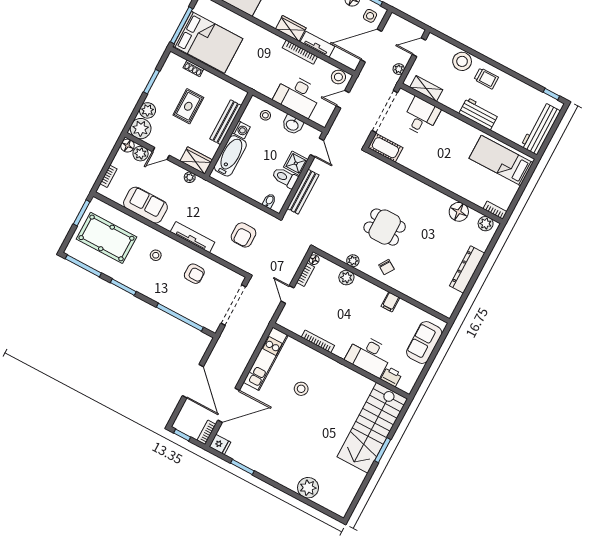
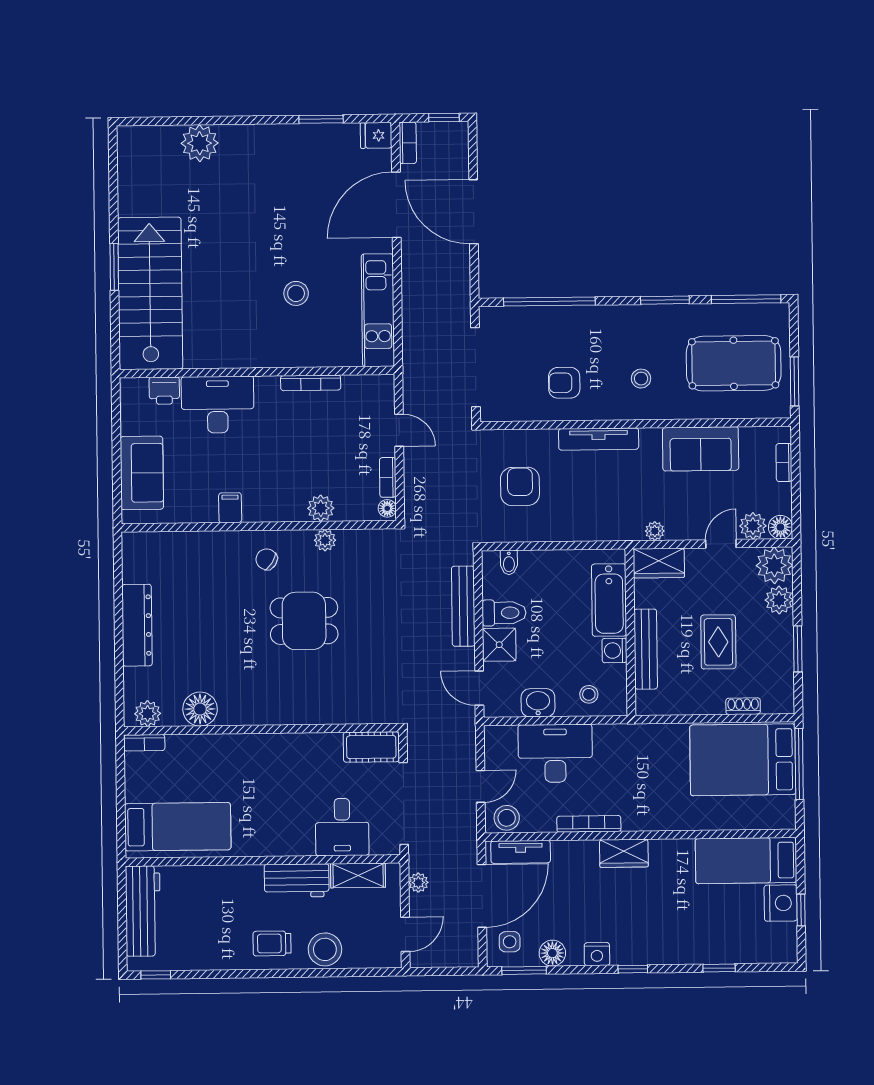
tv unit: (317, 44) -> (521, 852), moved
workbench: (479, 114) -> (297, 880), moved

